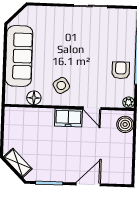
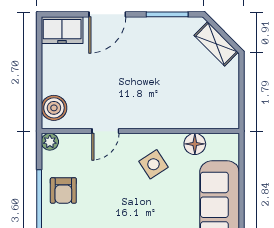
door: (92, 108) -> (105, 131), swing flipped
freezer: (68, 118) -> (62, 30), moved, turned 180

